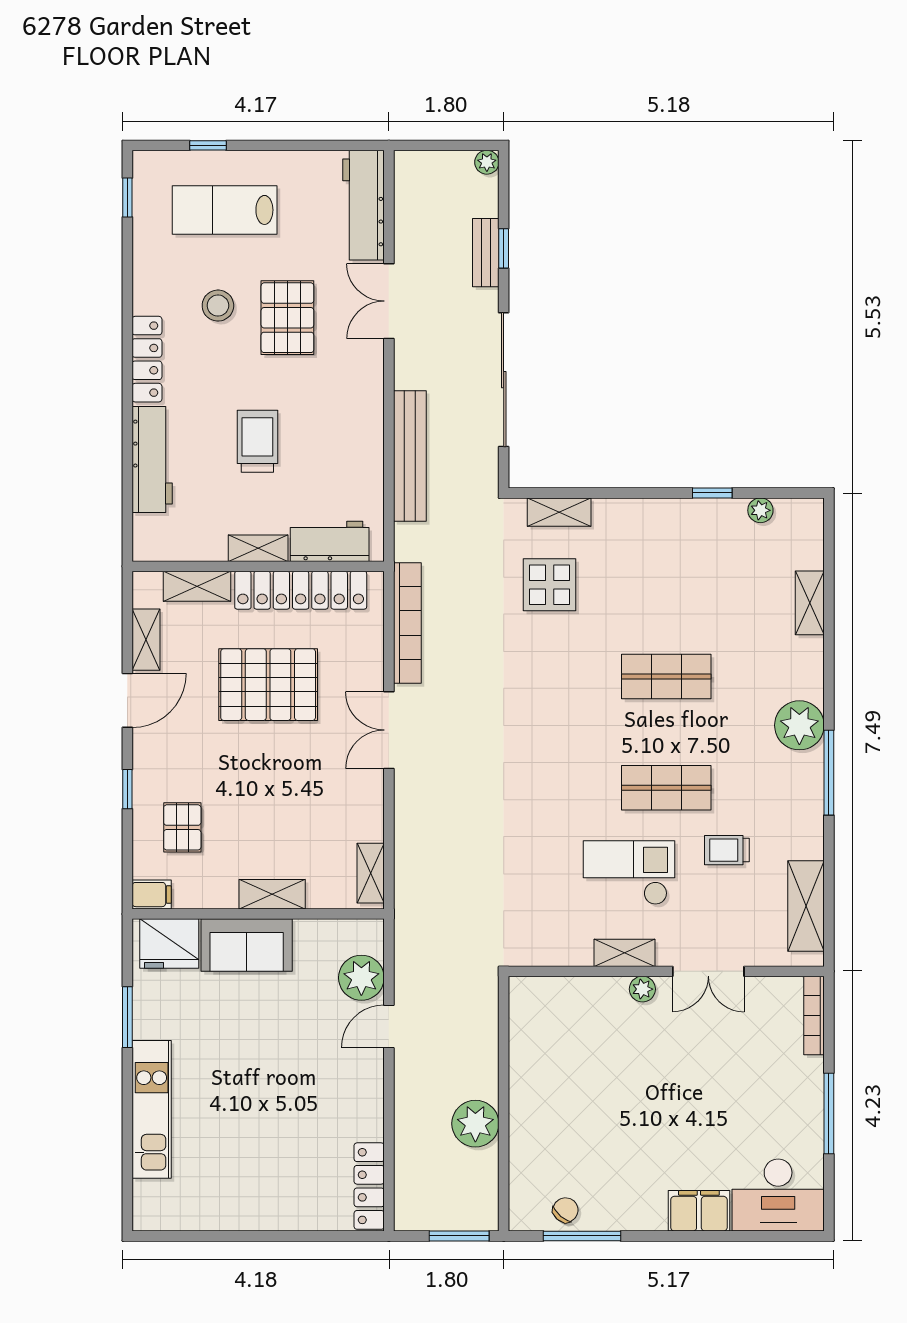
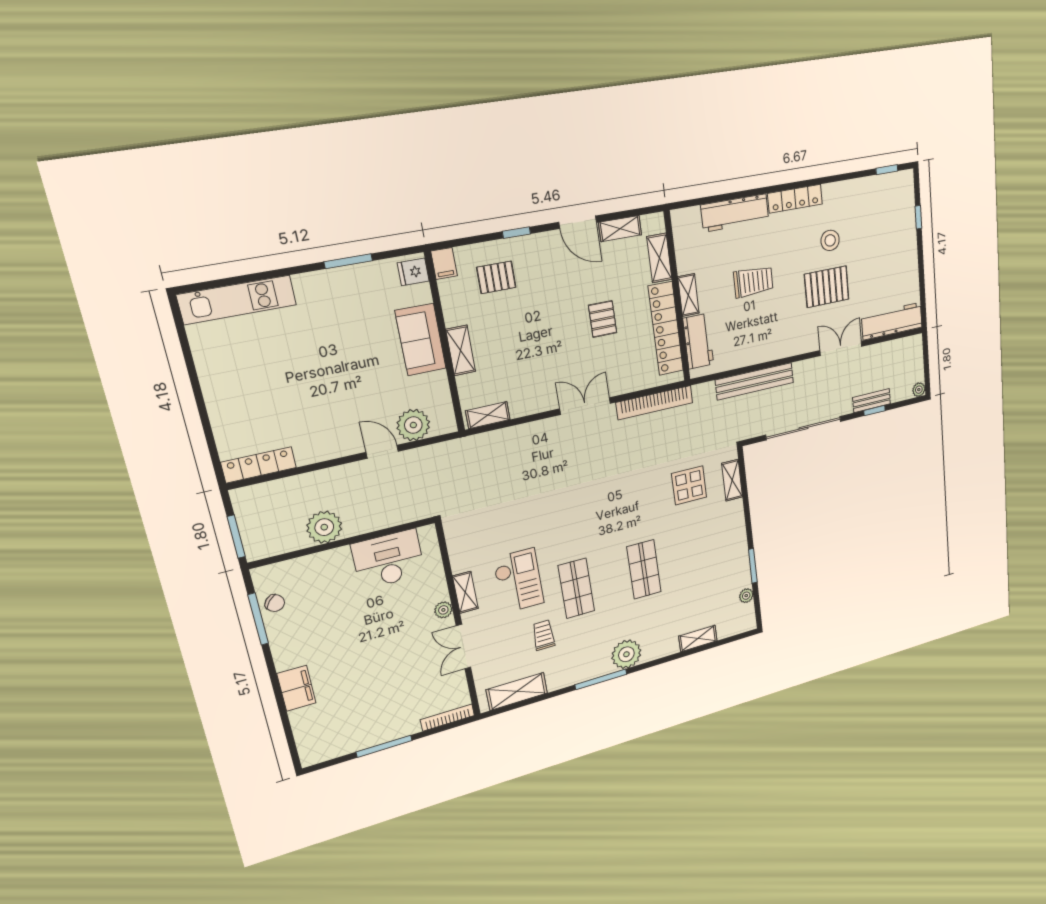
lab bench: (225, 210) -> (884, 235), removed
window: (712, 493) -> (753, 566), width x1.50
pallet: (268, 685) -> (603, 319), width x0.49, depth x0.50
fridge: (169, 944) -> (413, 272), width x0.53, depth x0.75
kitchen unit: (152, 1109) -> (237, 300), moved
desk: (778, 1195) -> (388, 559), moved, turned 90

